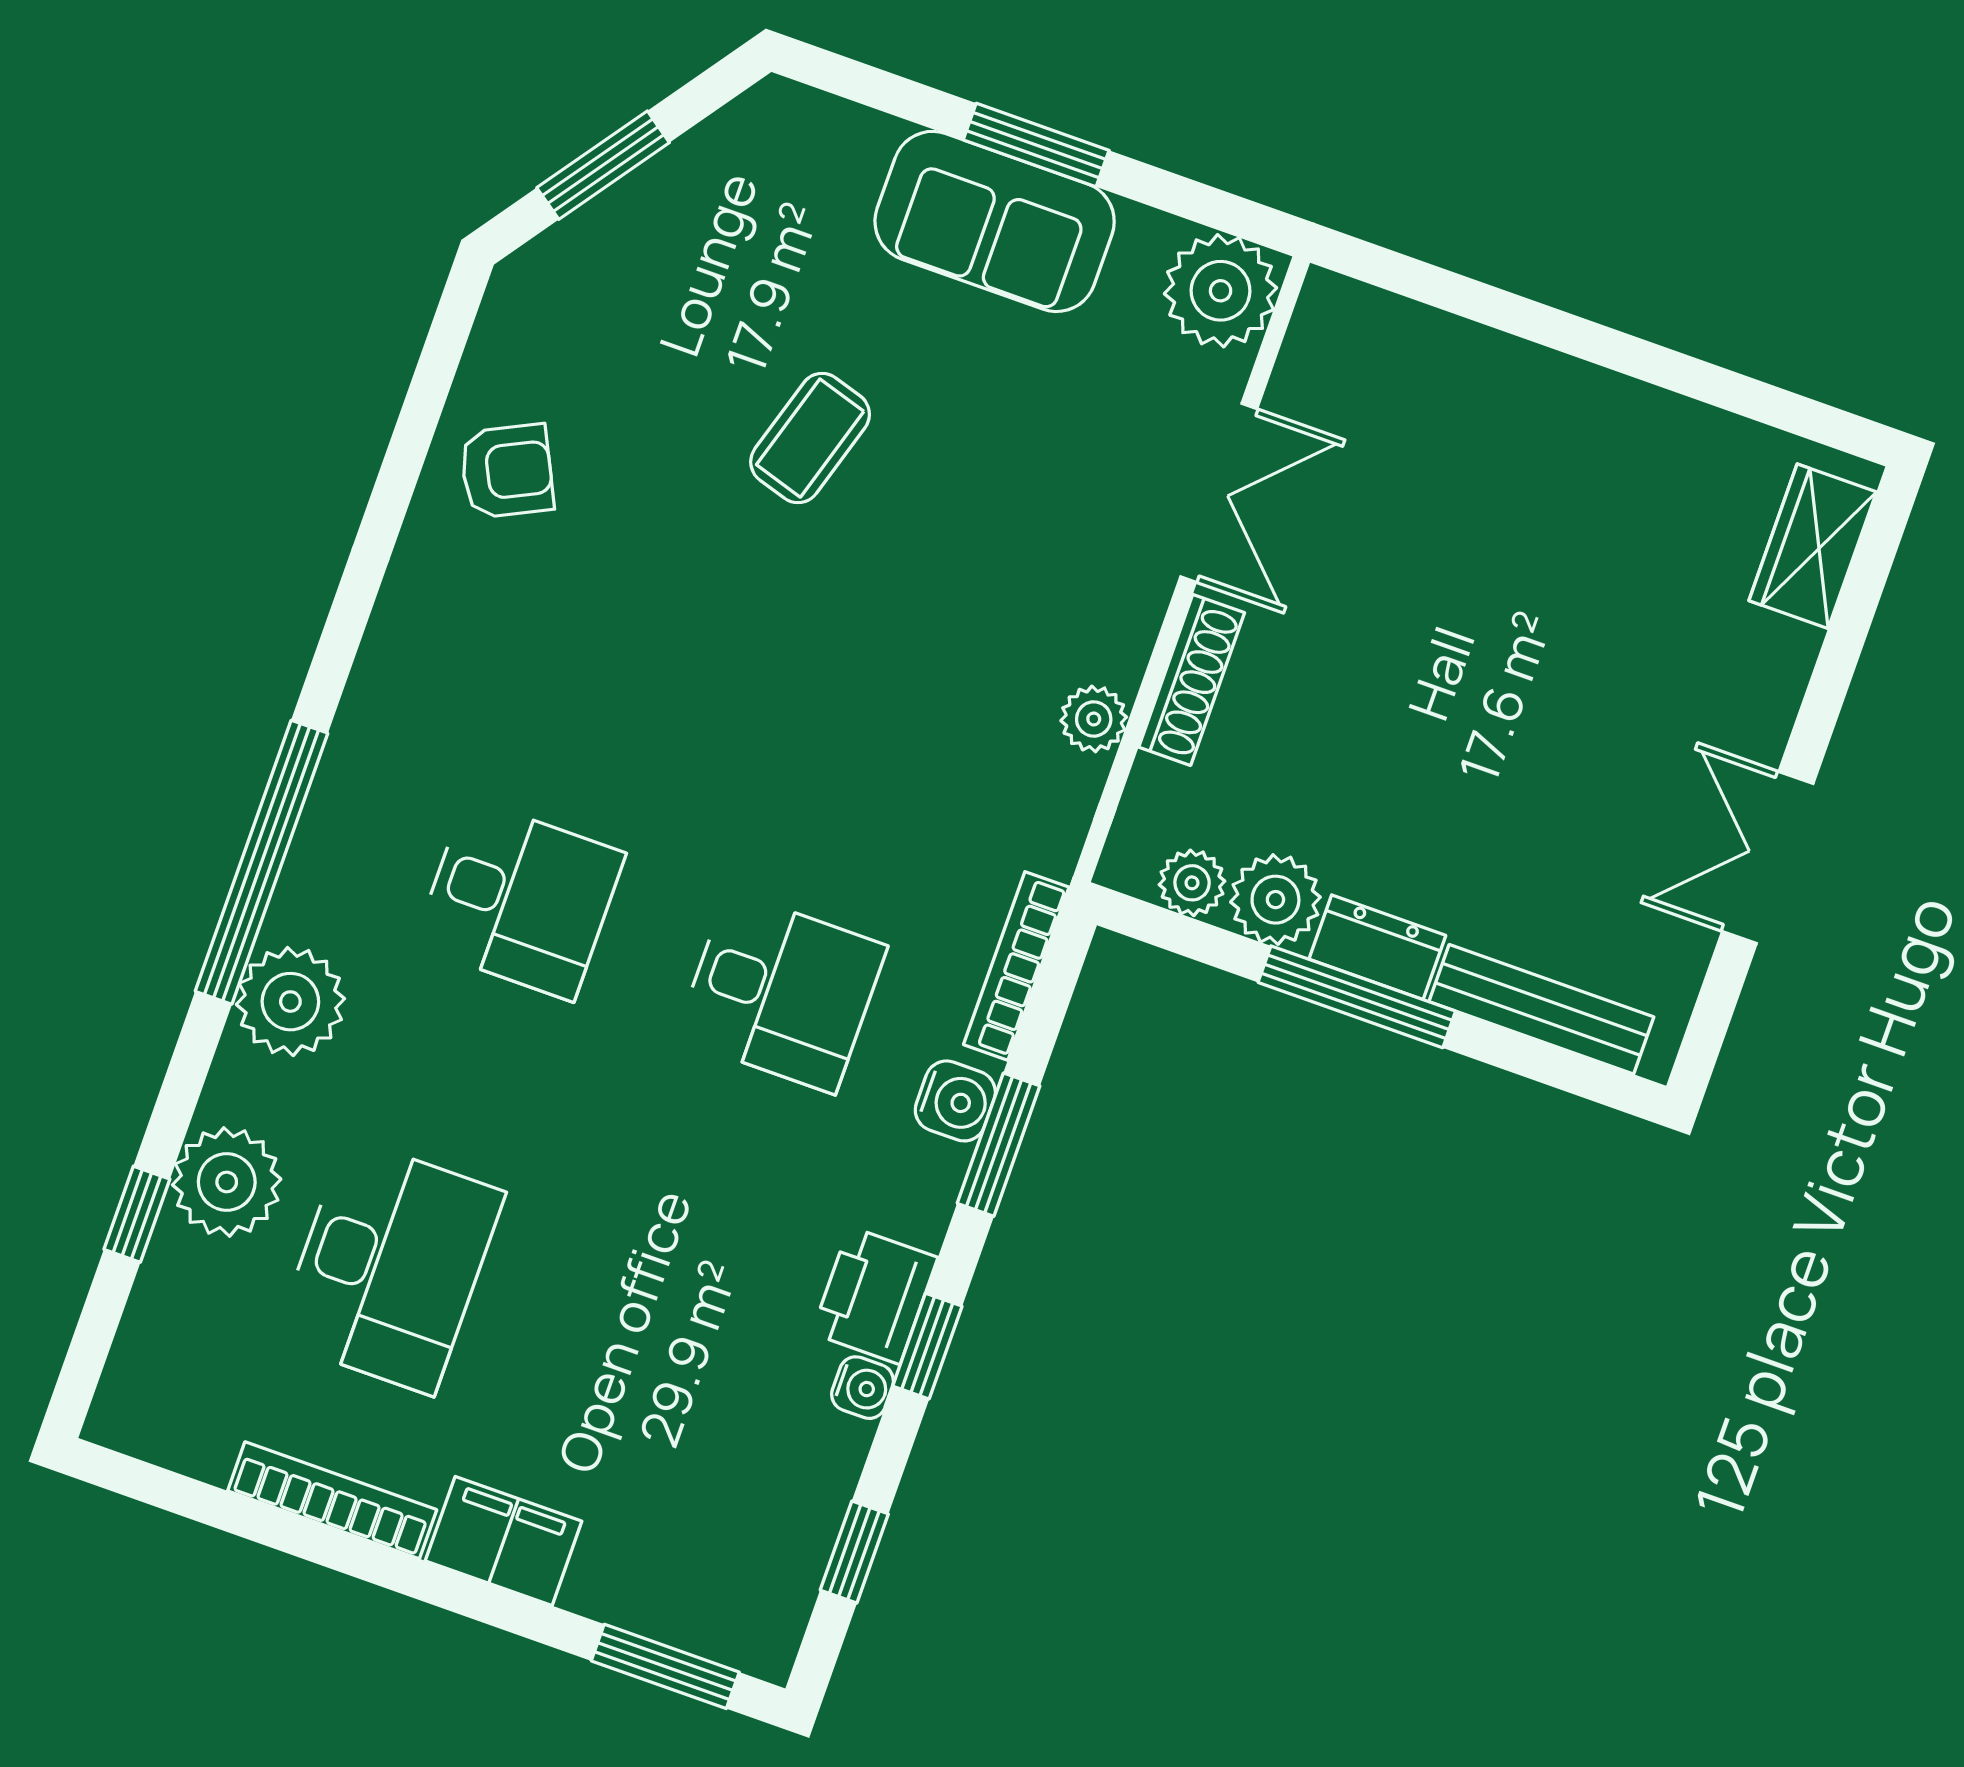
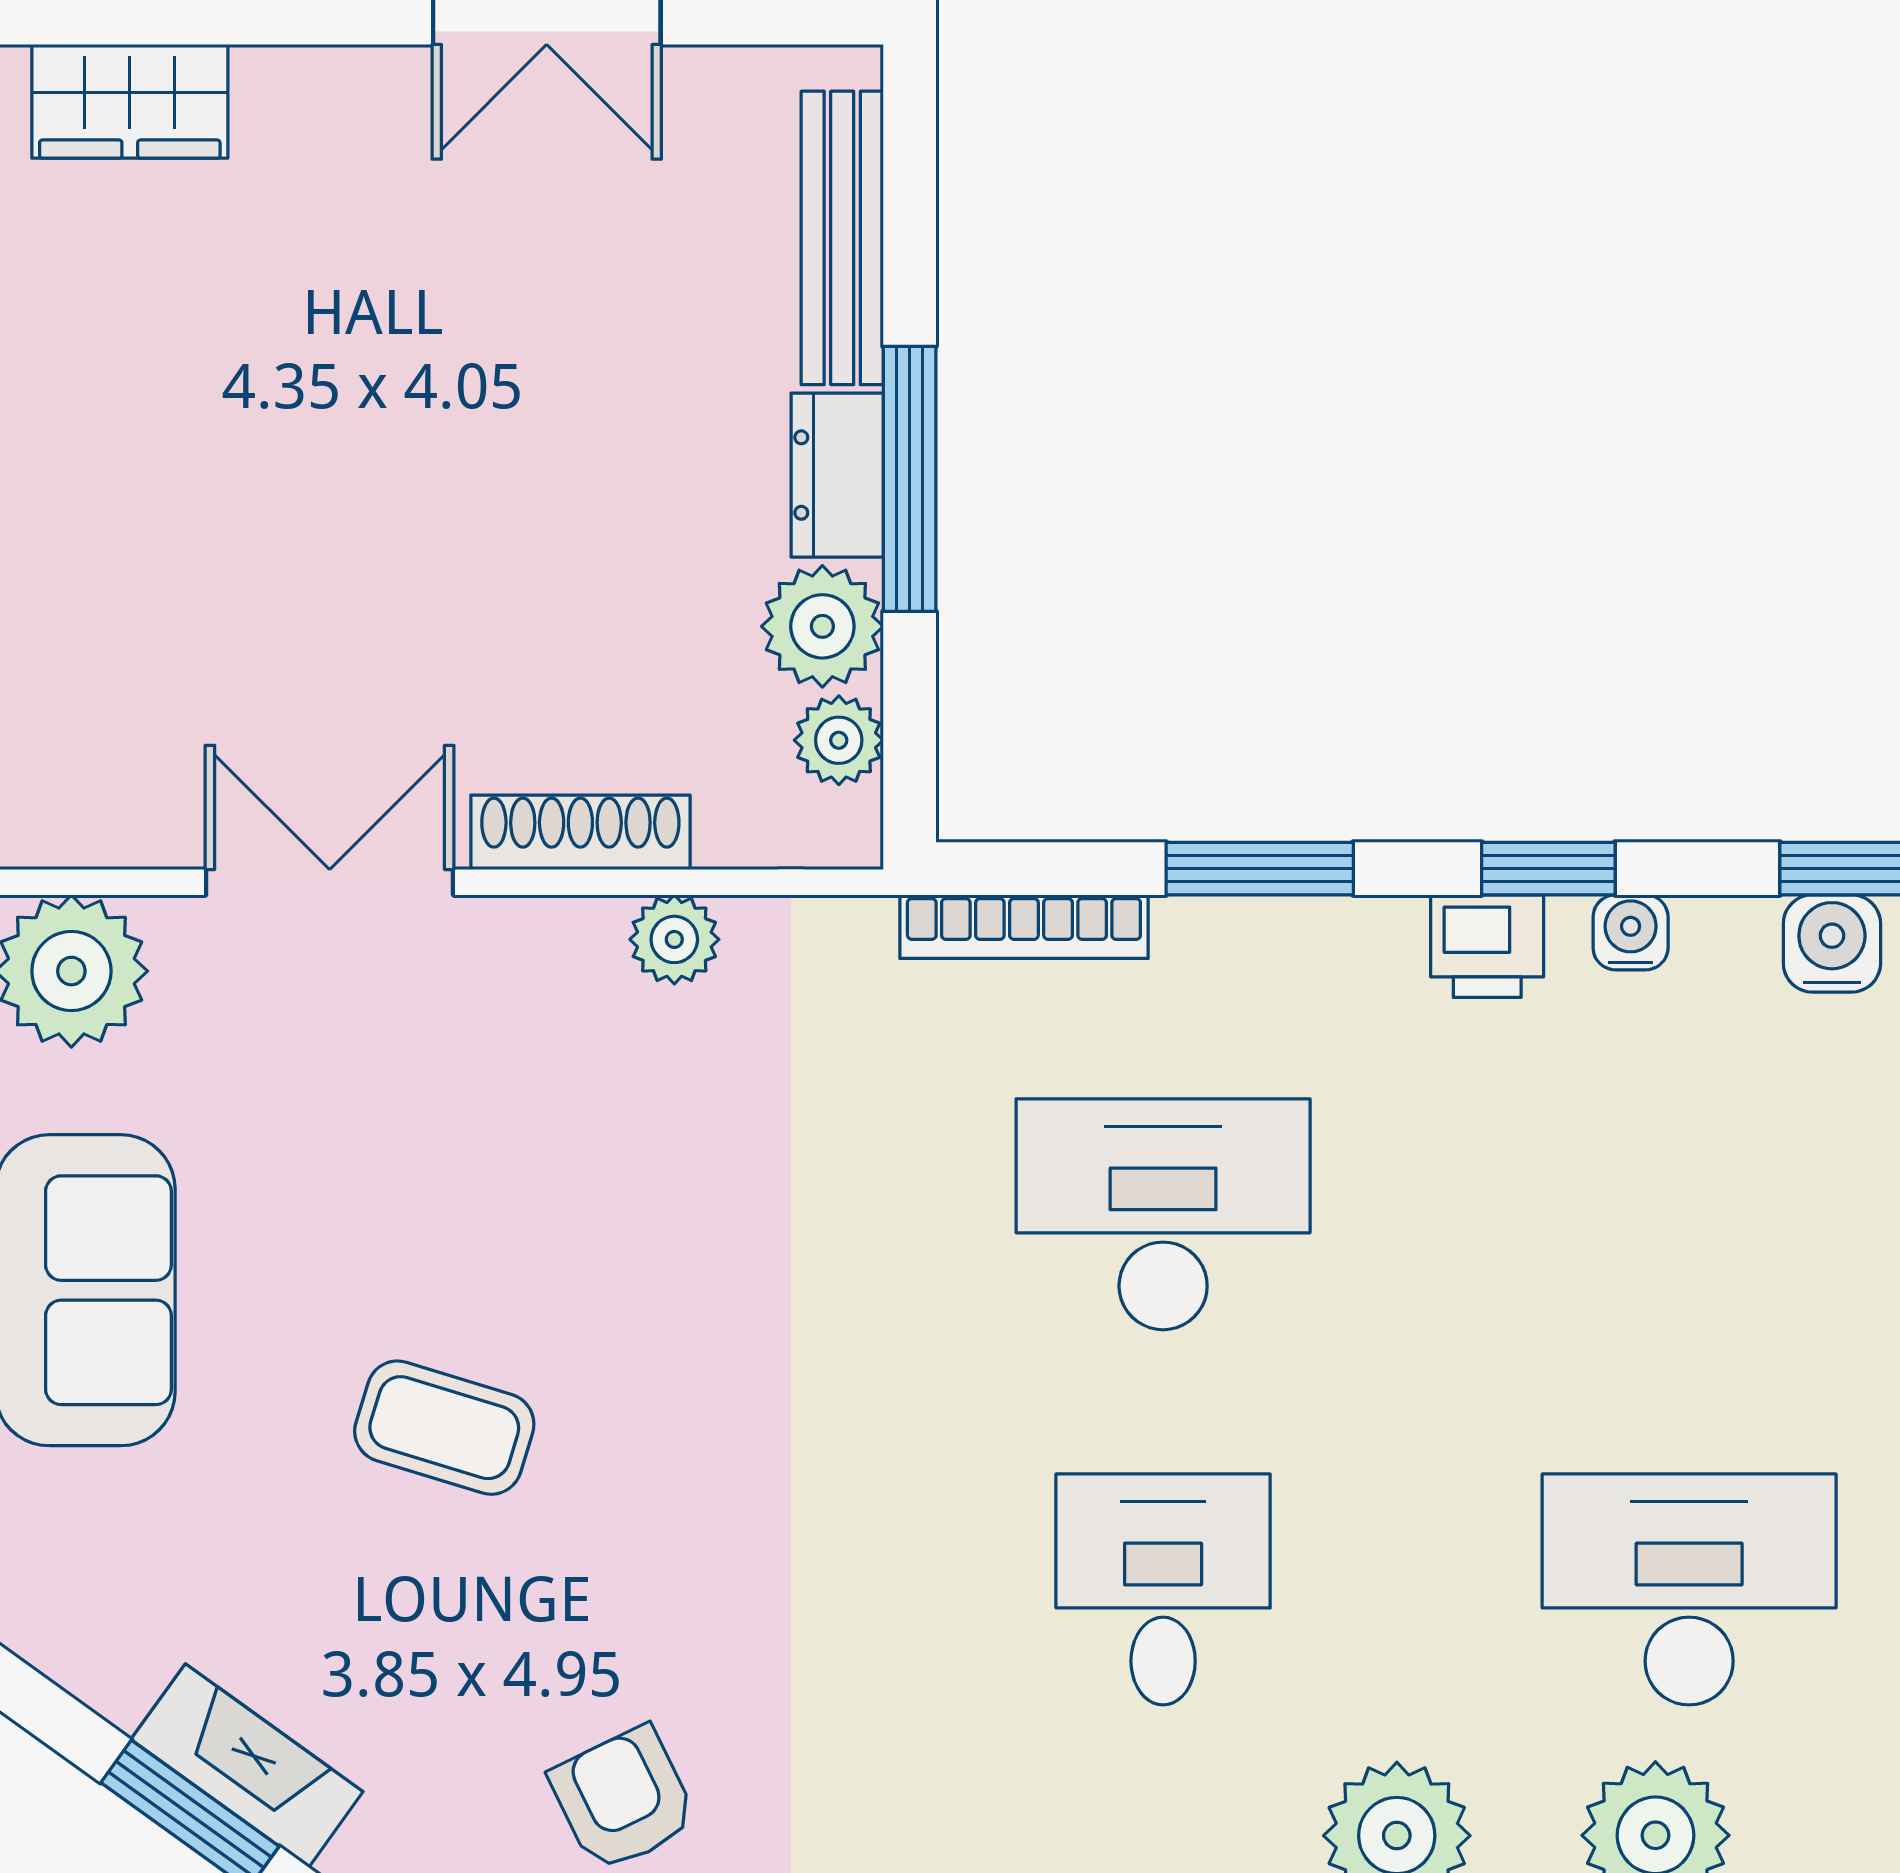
fireplace: (623, 217) -> (247, 1766), added
desk: (781, 992) -> (1163, 1214), width x1.37
water cooler: (955, 1101) -> (1832, 943), moved
printer: (875, 1295) -> (1487, 946), width x0.73, depth x0.81

